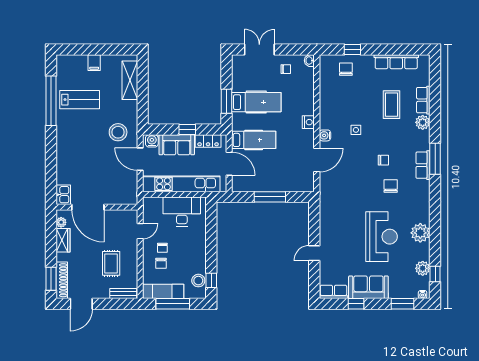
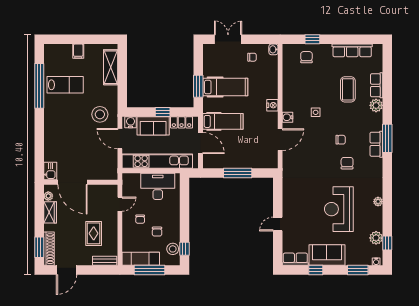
plant: (420, 233) -> (378, 202), width x0.53, depth x0.53
reception desk: (382, 237) -> (339, 209), turned 180
chair: (161, 263) -> (157, 232), moved

